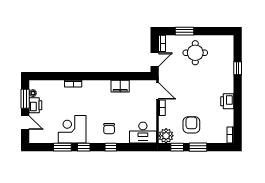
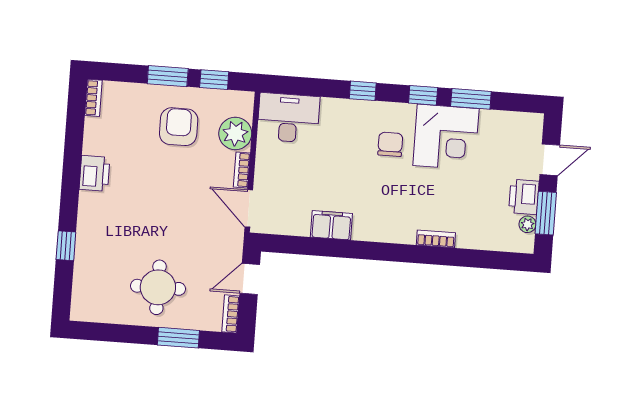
door: (25, 123) -> (550, 160), swing flipped
armchair: (191, 125) -> (179, 127), turned 180
chair: (109, 129) -> (390, 144), moved
plant: (166, 136) -> (235, 133), moved

